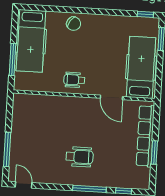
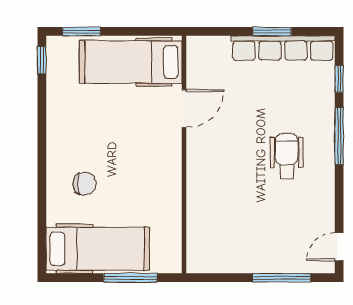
chair: (74, 24) -> (84, 184), moved, turned 56
wheelchair: (74, 80) -> (159, 172), removed
row of seats: (145, 136) -> (283, 48), moved

